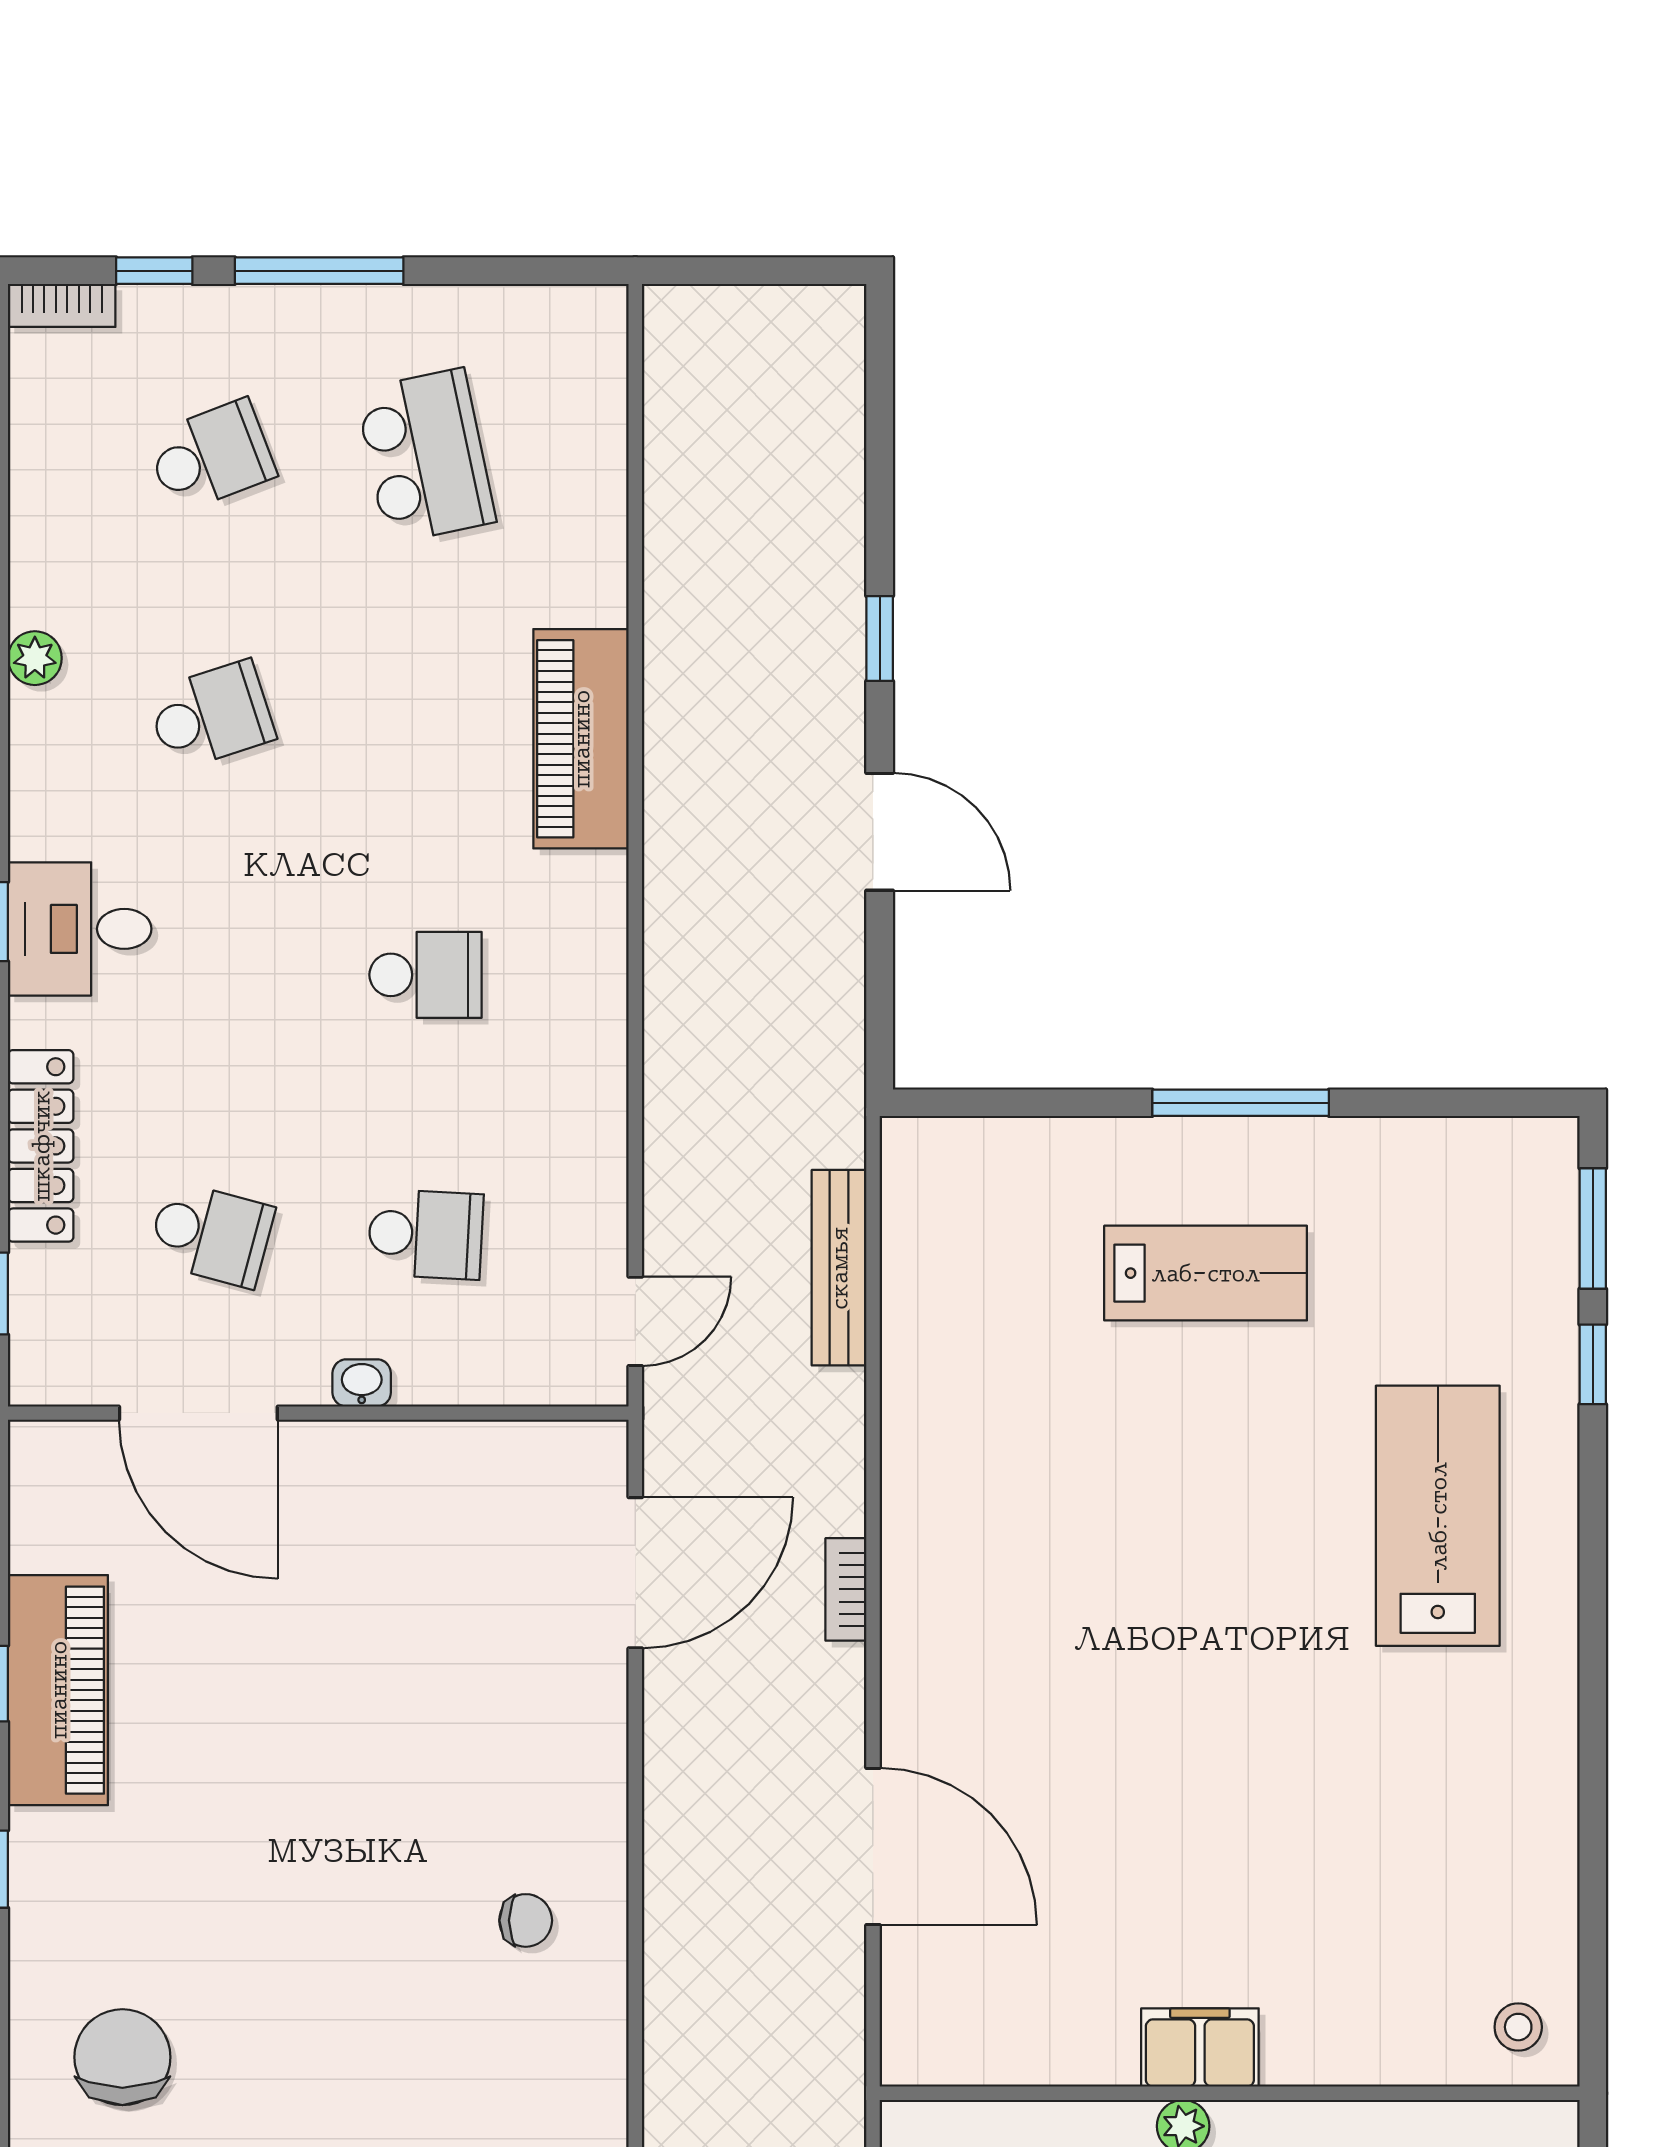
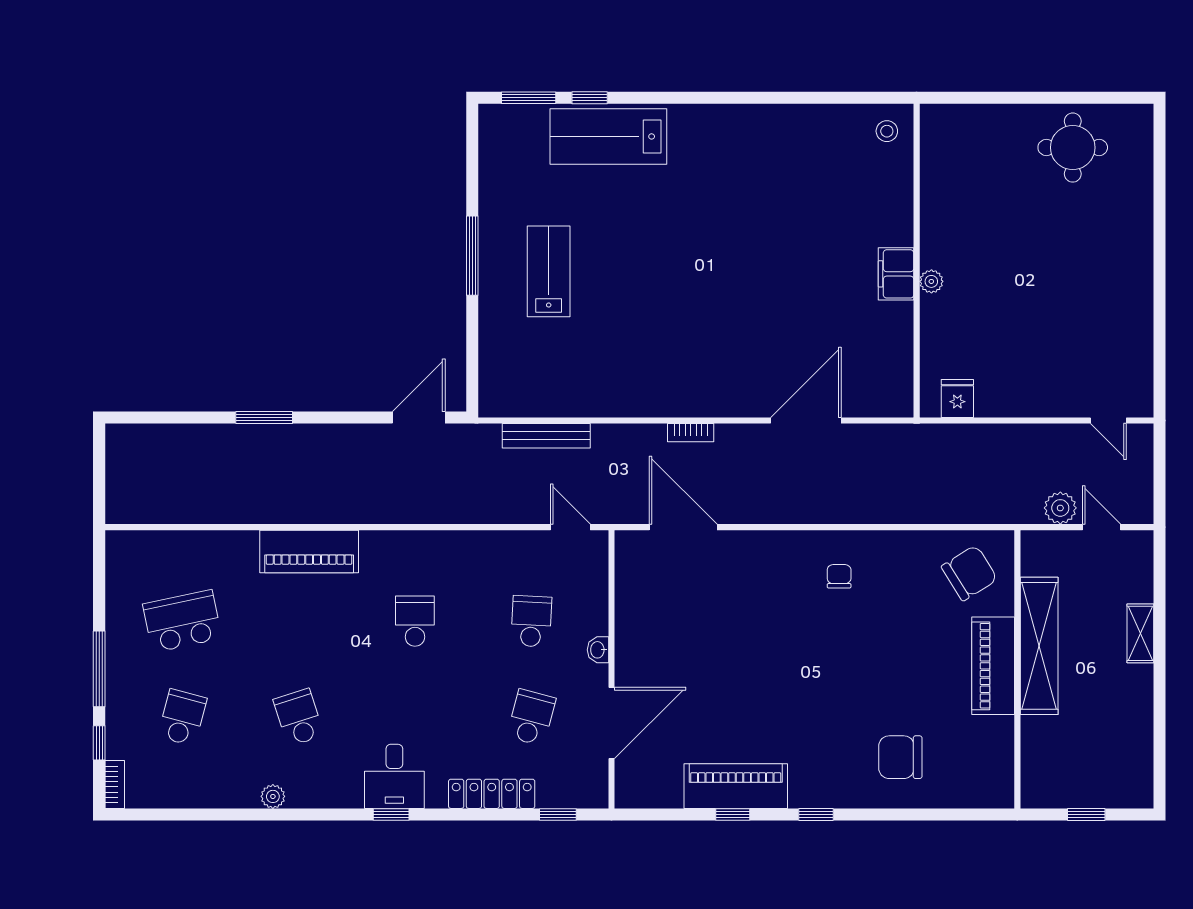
school desk: (211, 456) -> (182, 717), turned 36
window: (880, 638) -> (264, 418), width x1.50
door: (880, 832) -> (419, 418), moved
lab bench: (1438, 1516) -> (608, 136), moved

